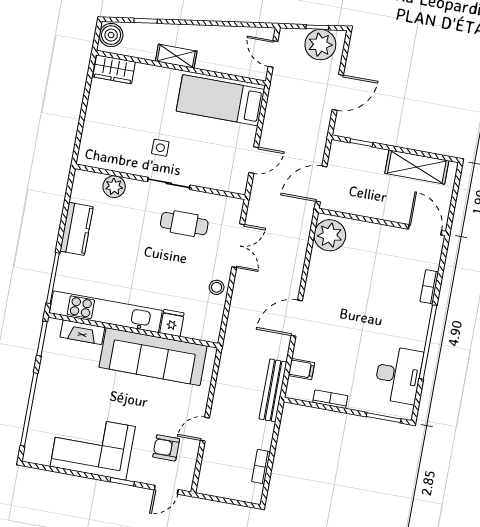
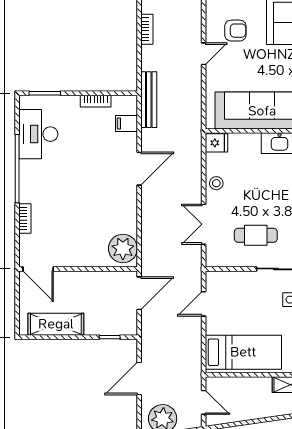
fridge: (172, 323) -> (217, 143), moved, turned -90

